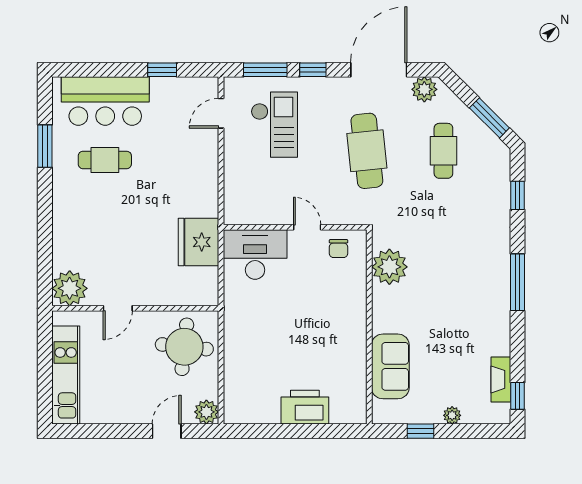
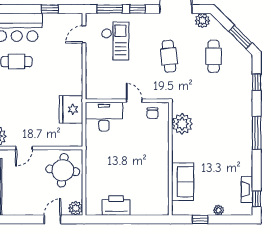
cafe table: (367, 151) -> (169, 56), width x0.73, depth x0.74
printer: (305, 407) -> (116, 205), moved

